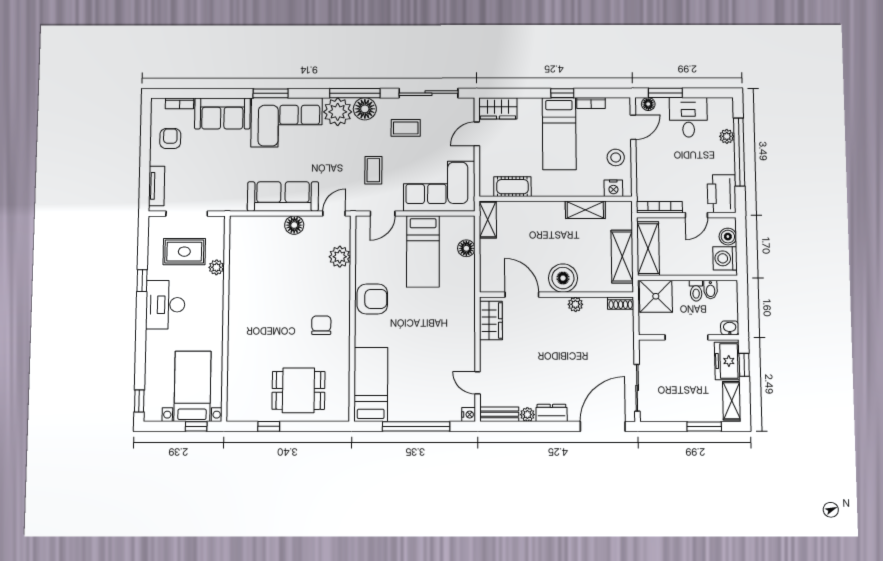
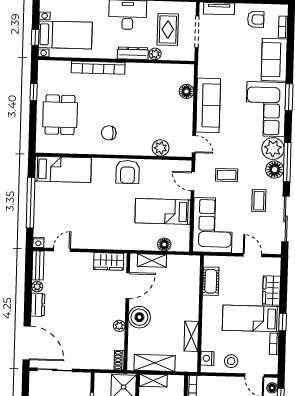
wardrobe: (498, 108) -> (272, 291), moved
shelving: (488, 220) -> (152, 261), moved
floor lamp: (294, 225) -> (186, 91), moved
shelving: (648, 249) -> (153, 381), width x0.67, depth x0.75
dresser: (216, 296) -> (133, 53), added
chair: (321, 325) -> (109, 133), turned 180
bookcase: (235, 342) -> (98, 68), added

